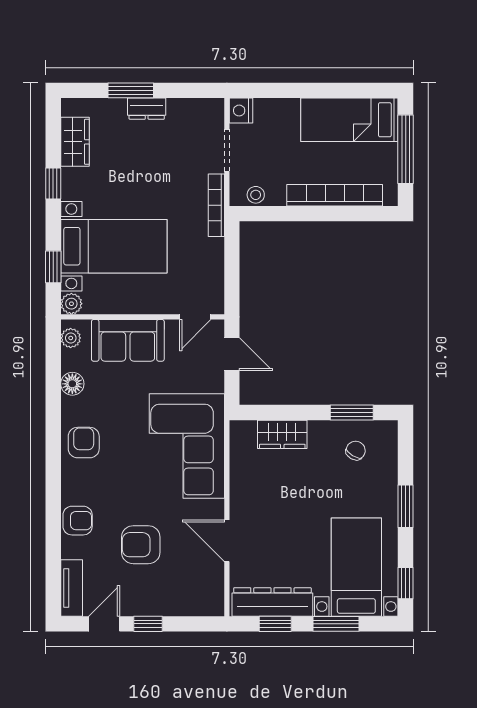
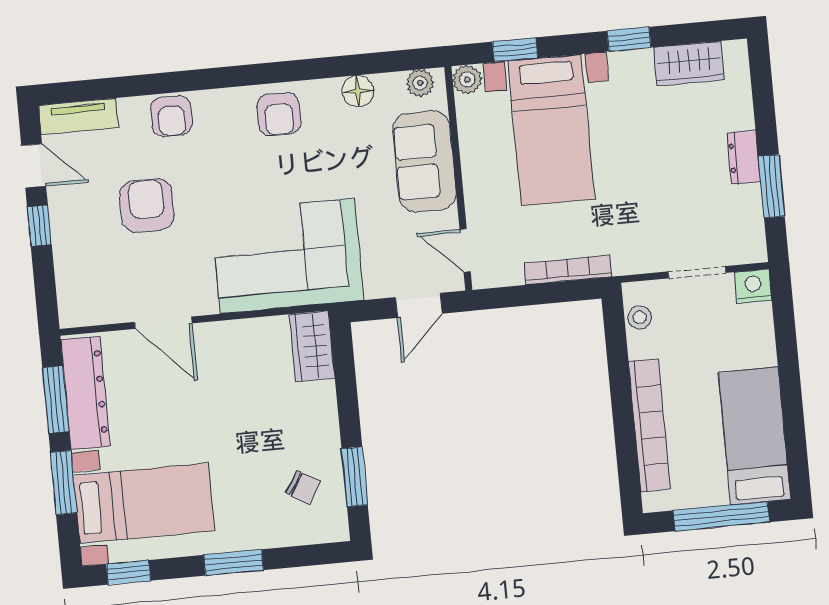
window: (131, 90) -> (771, 186), moved
bookcase: (216, 205) -> (568, 270), moved
wardrobe: (282, 434) -> (312, 346), moved
armchair: (84, 443) -> (279, 114), turned 90
door: (227, 541) -> (163, 323), swing flipped
window: (275, 624) -> (56, 400), width x1.50

